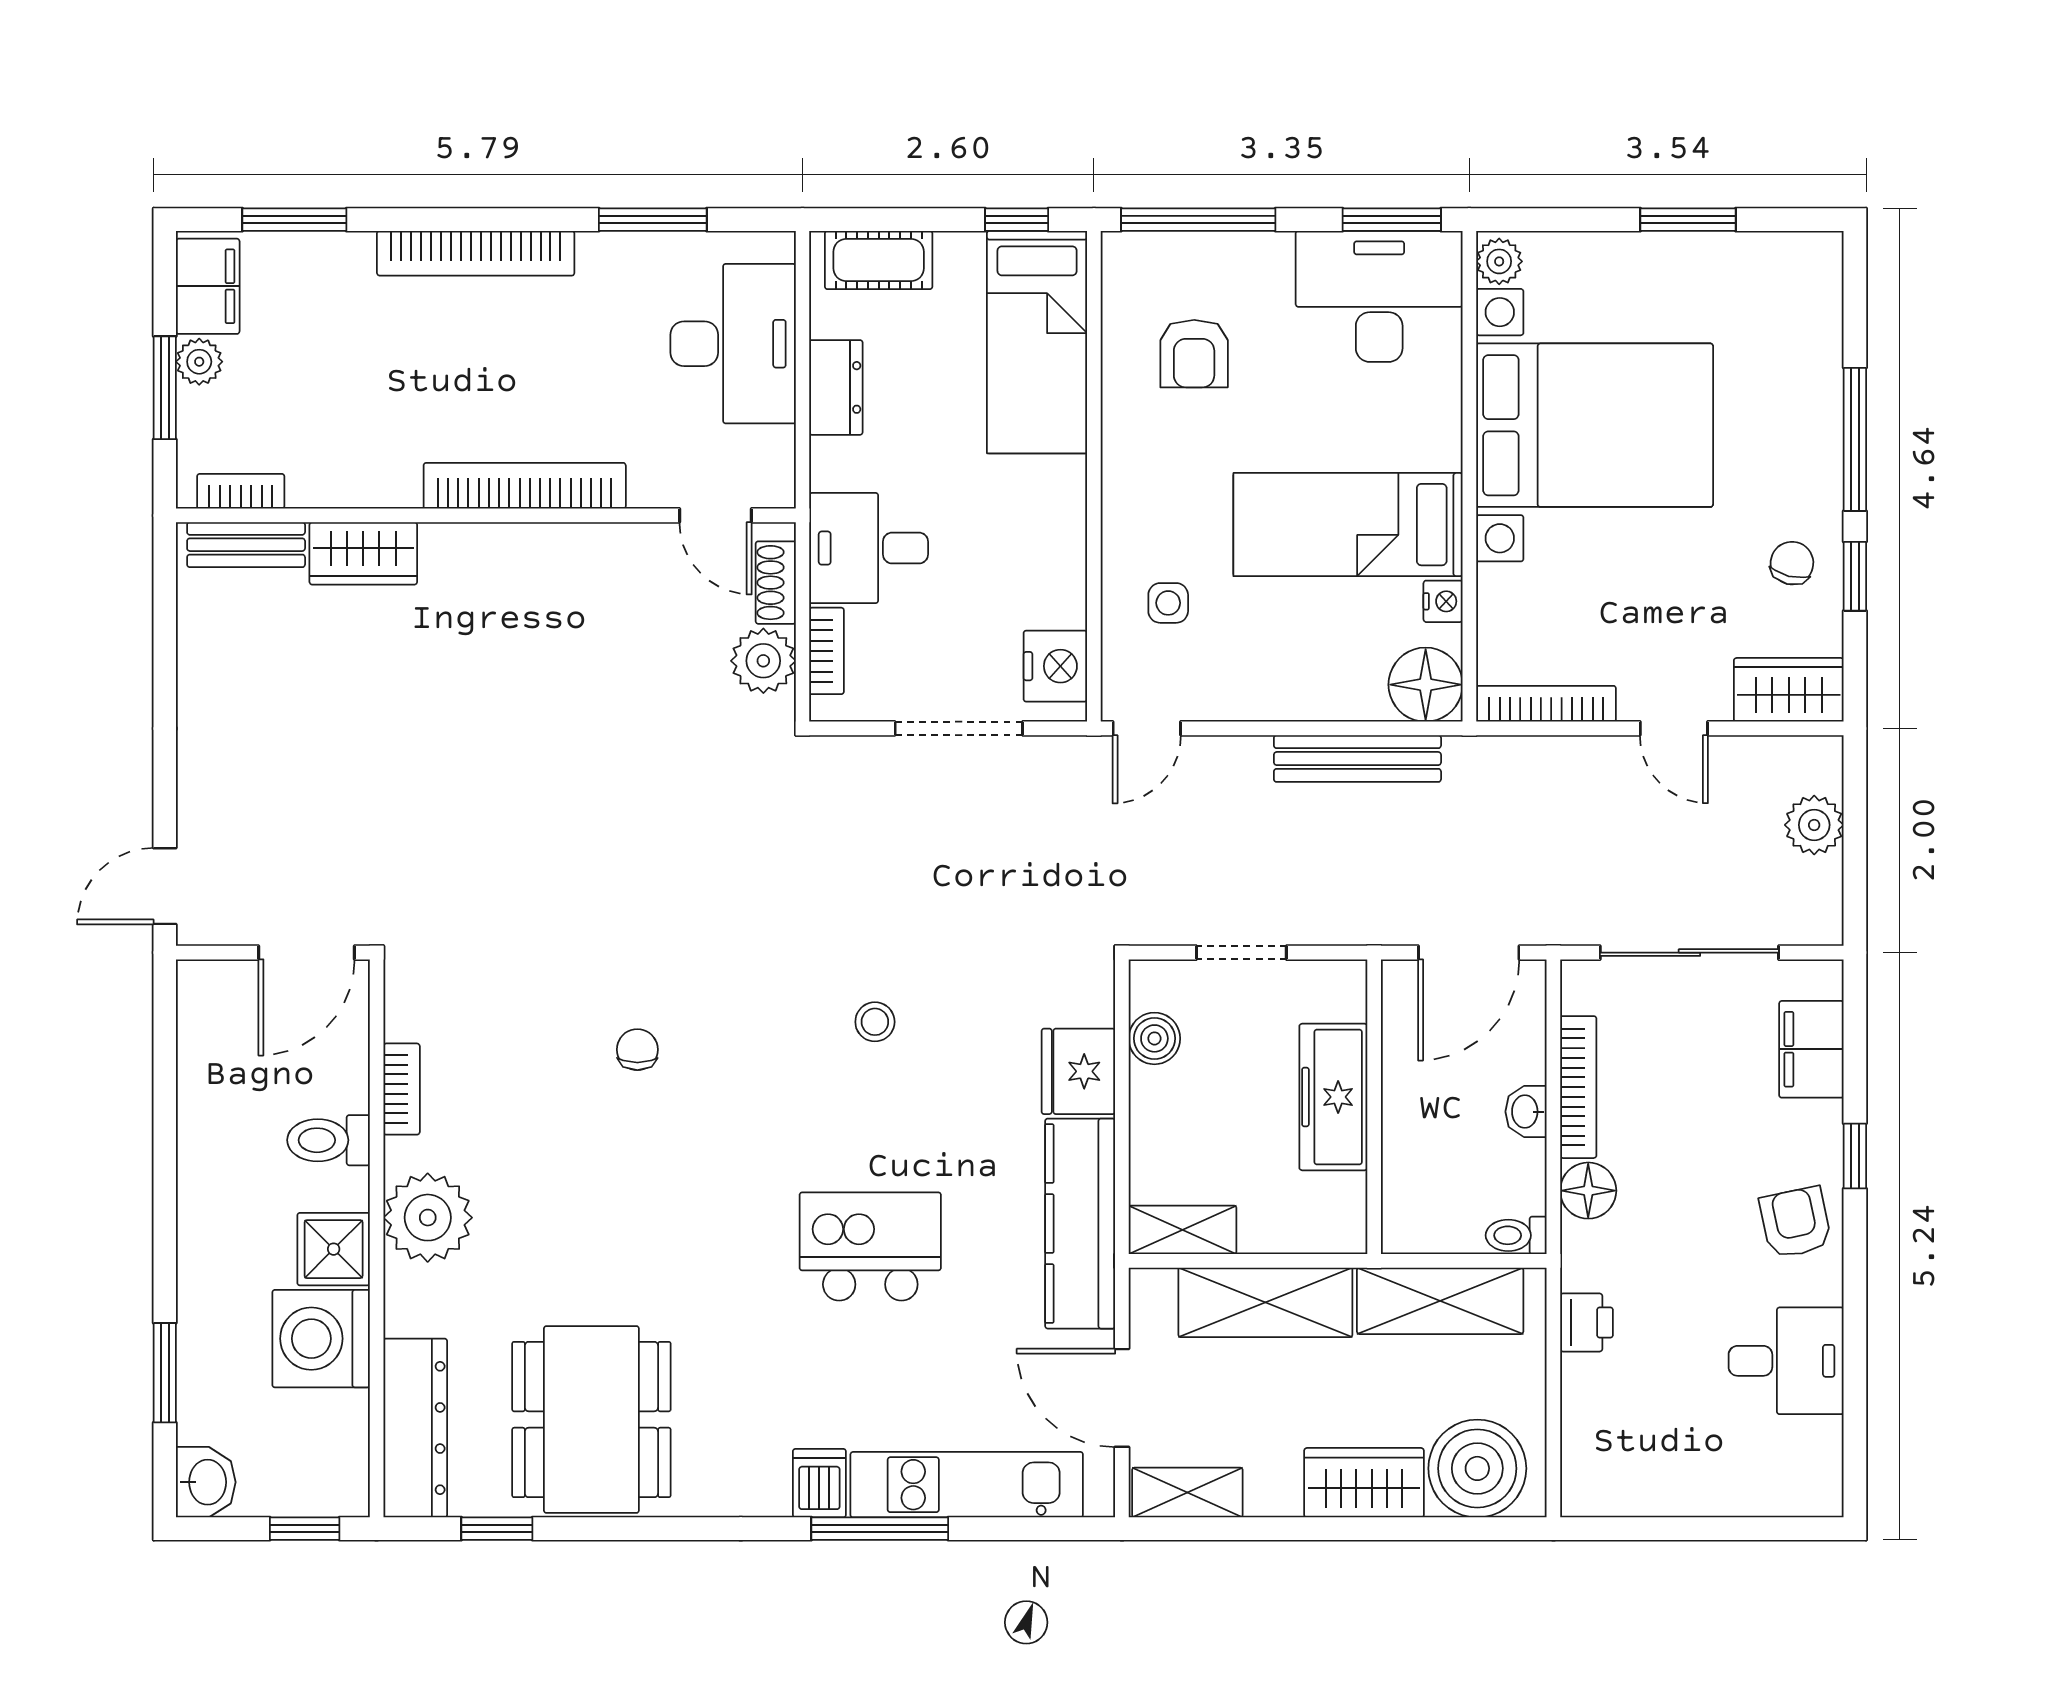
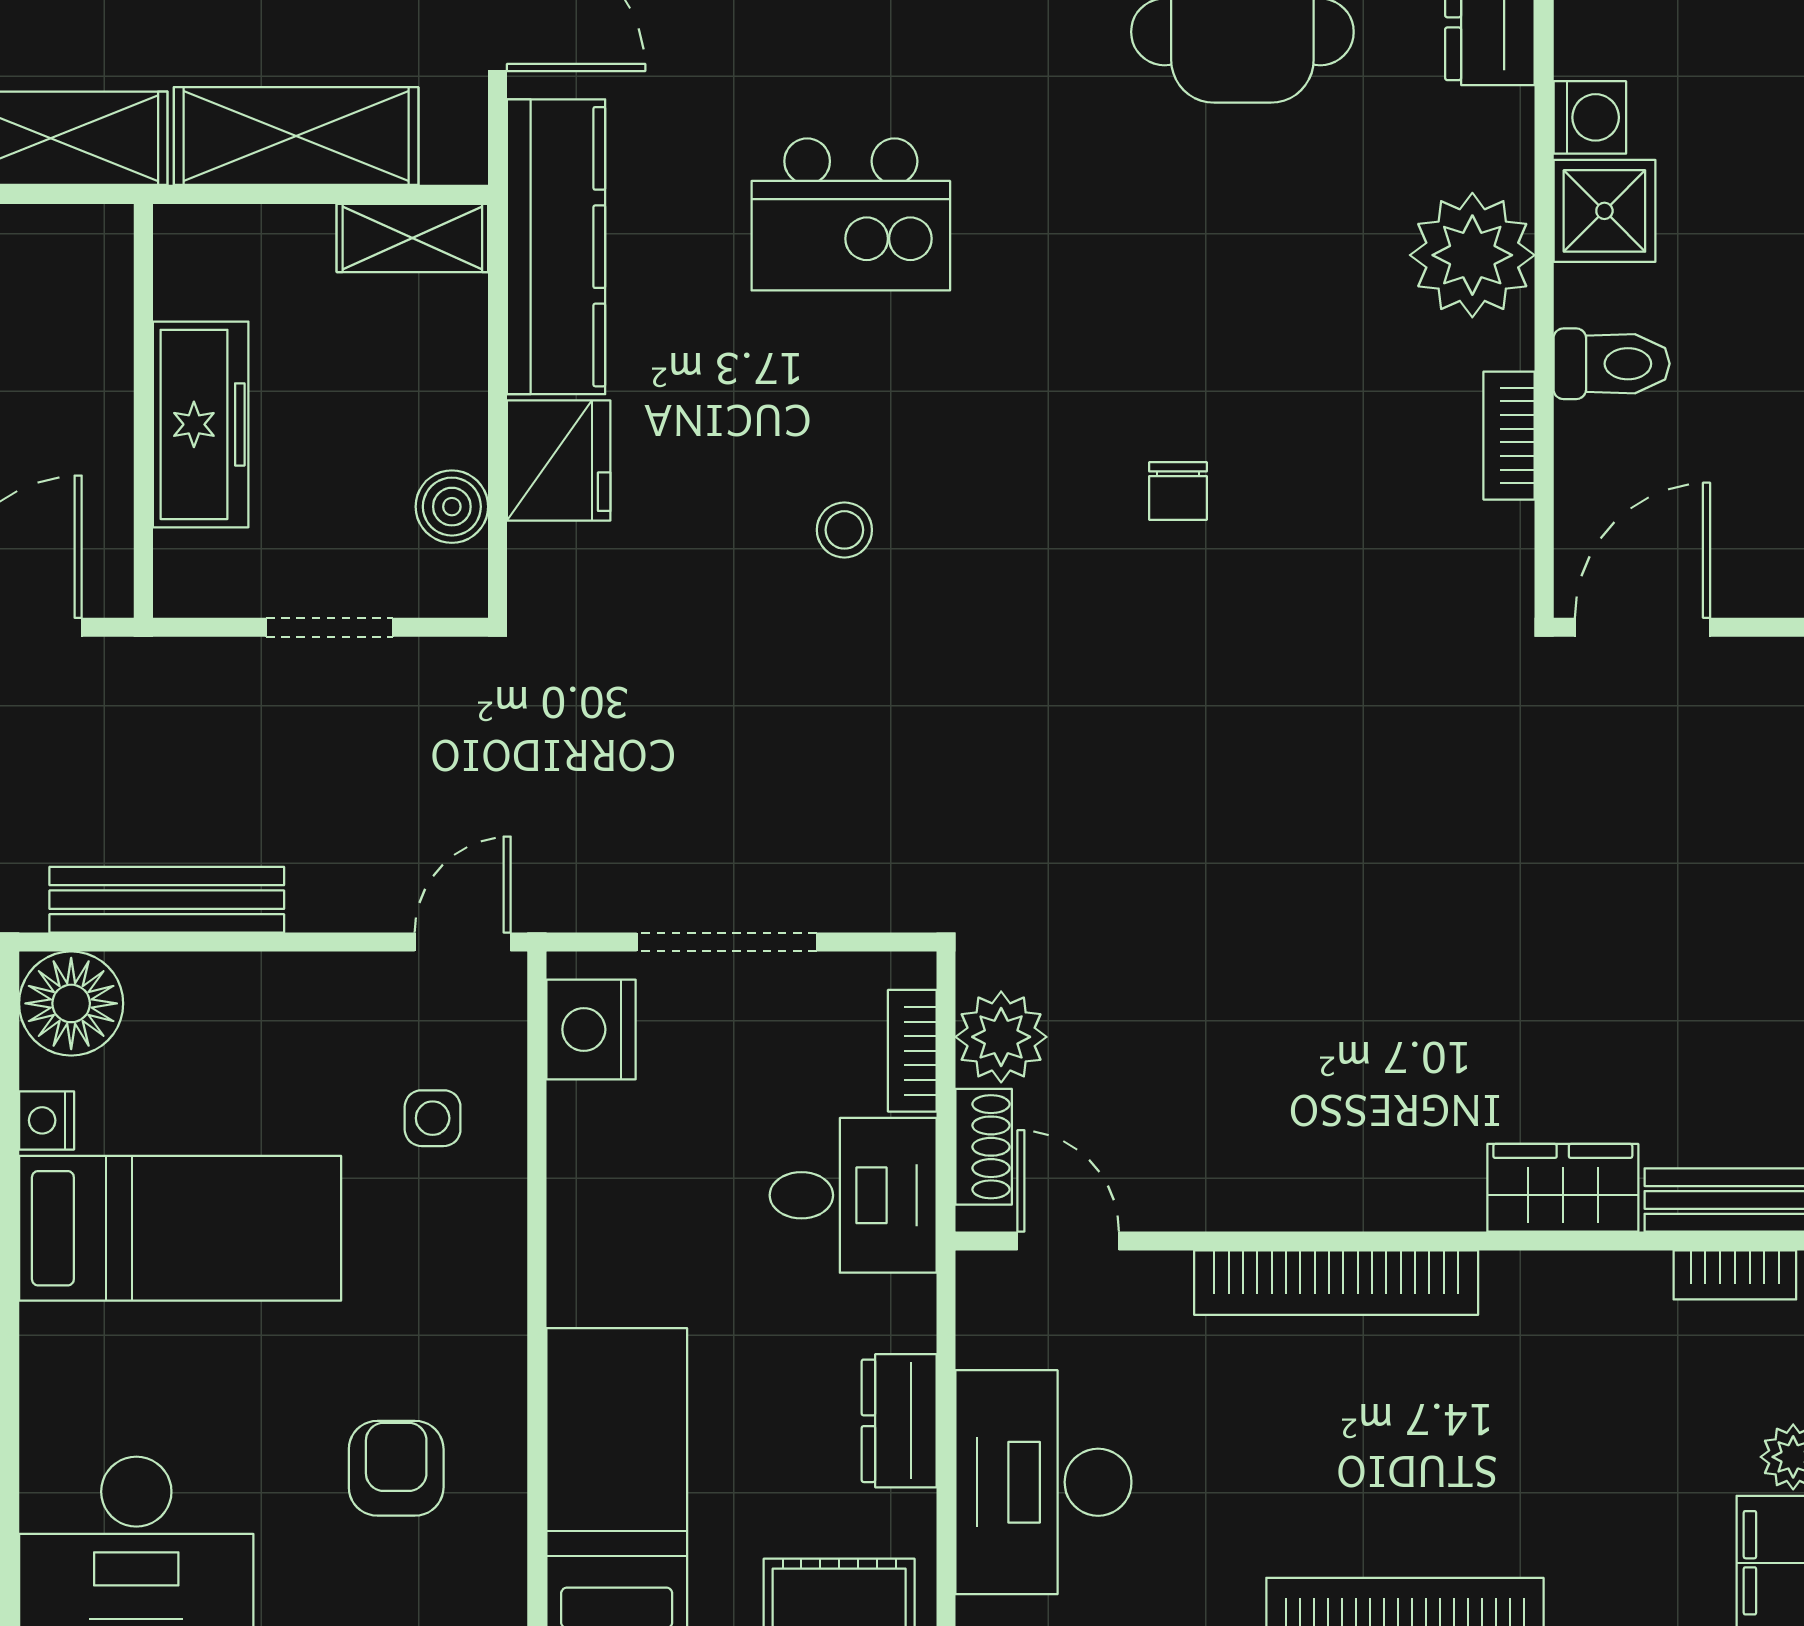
washing machine: (321, 1339) -> (1590, 117), width x0.53, depth x0.53

